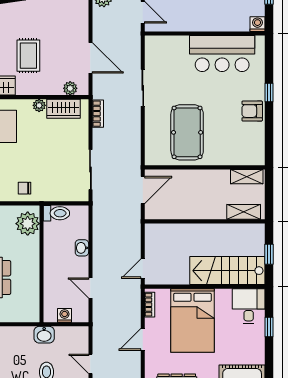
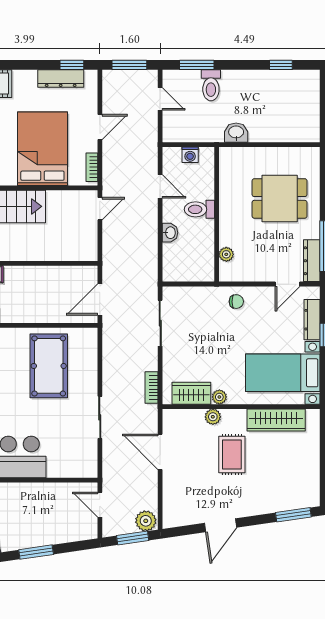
plant: (70, 88) -> (213, 417), moved
toilet: (56, 213) -> (199, 209), moved
plant: (28, 224) -> (226, 254), width x0.53, depth x0.53
washbasin: (44, 335) -> (236, 133), moved

